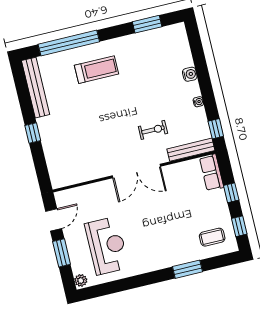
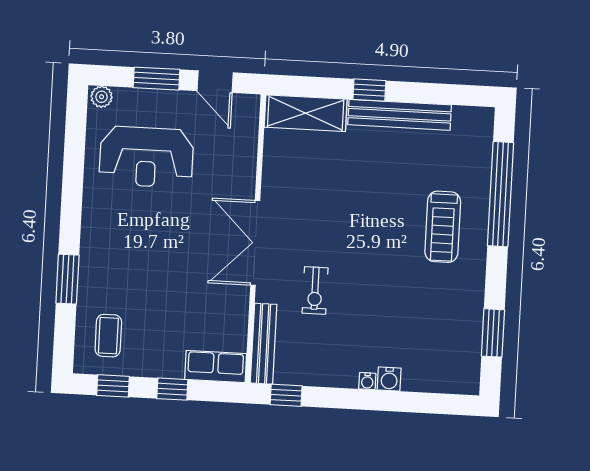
bench: (36, 88) -> (400, 115), moved
water cooler: (198, 102) -> (367, 381), moved
shelving: (56, 165) -> (306, 113), added

